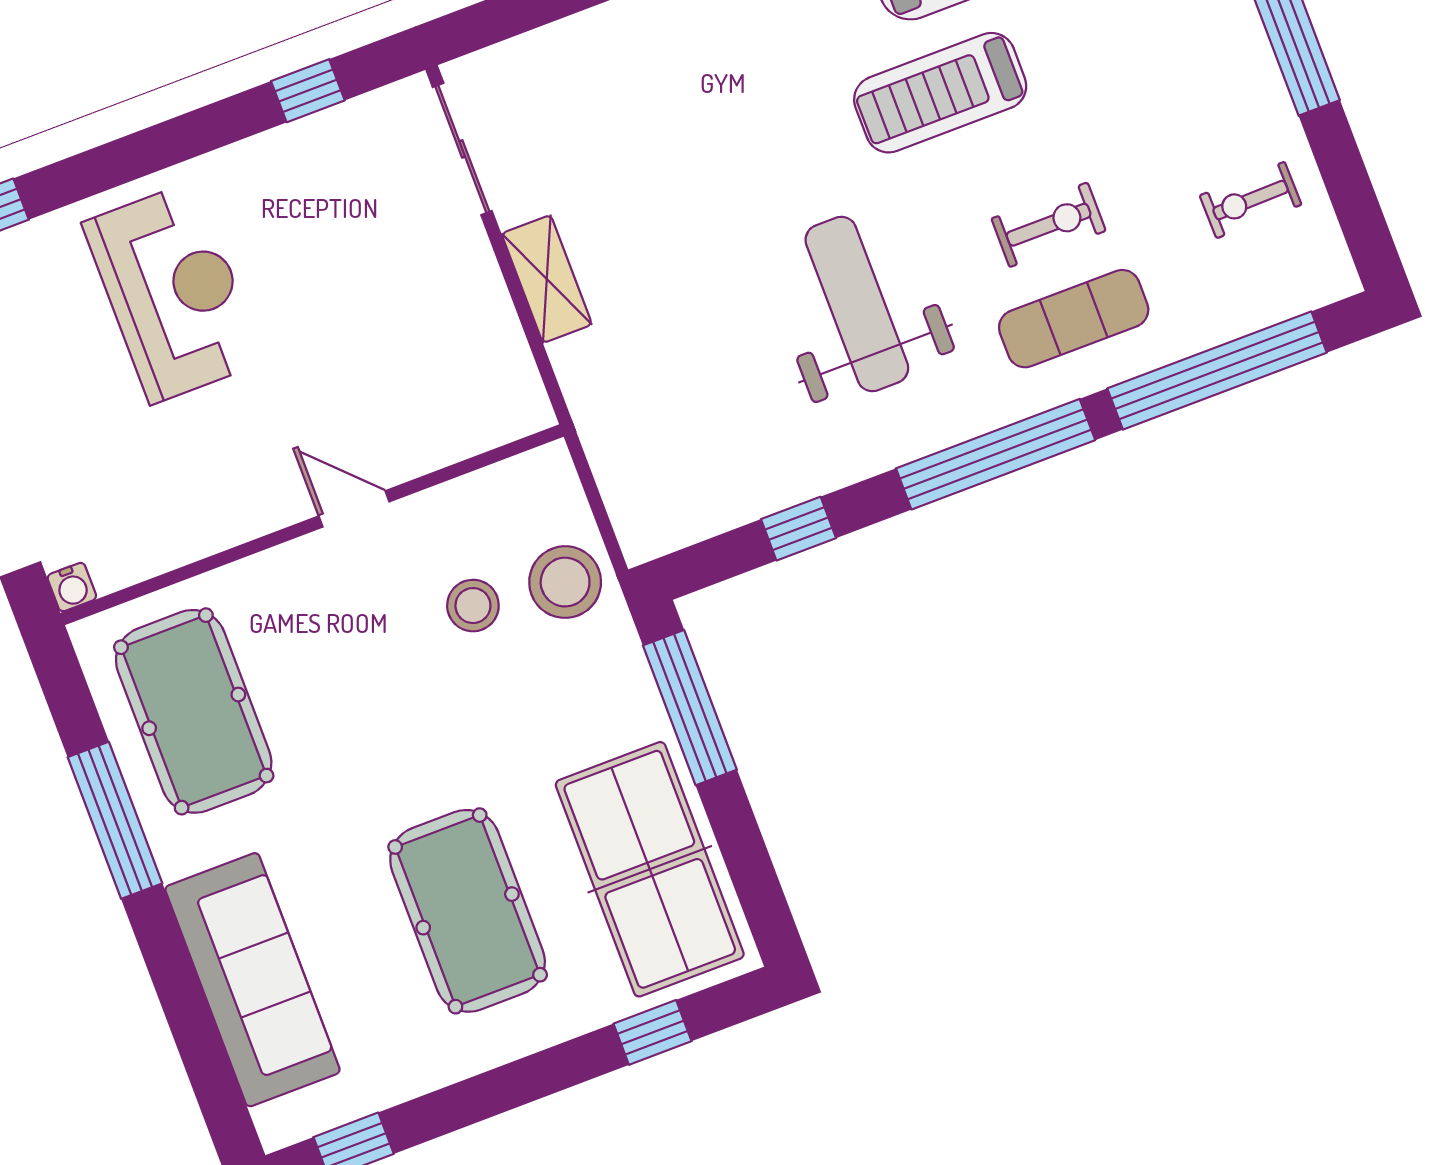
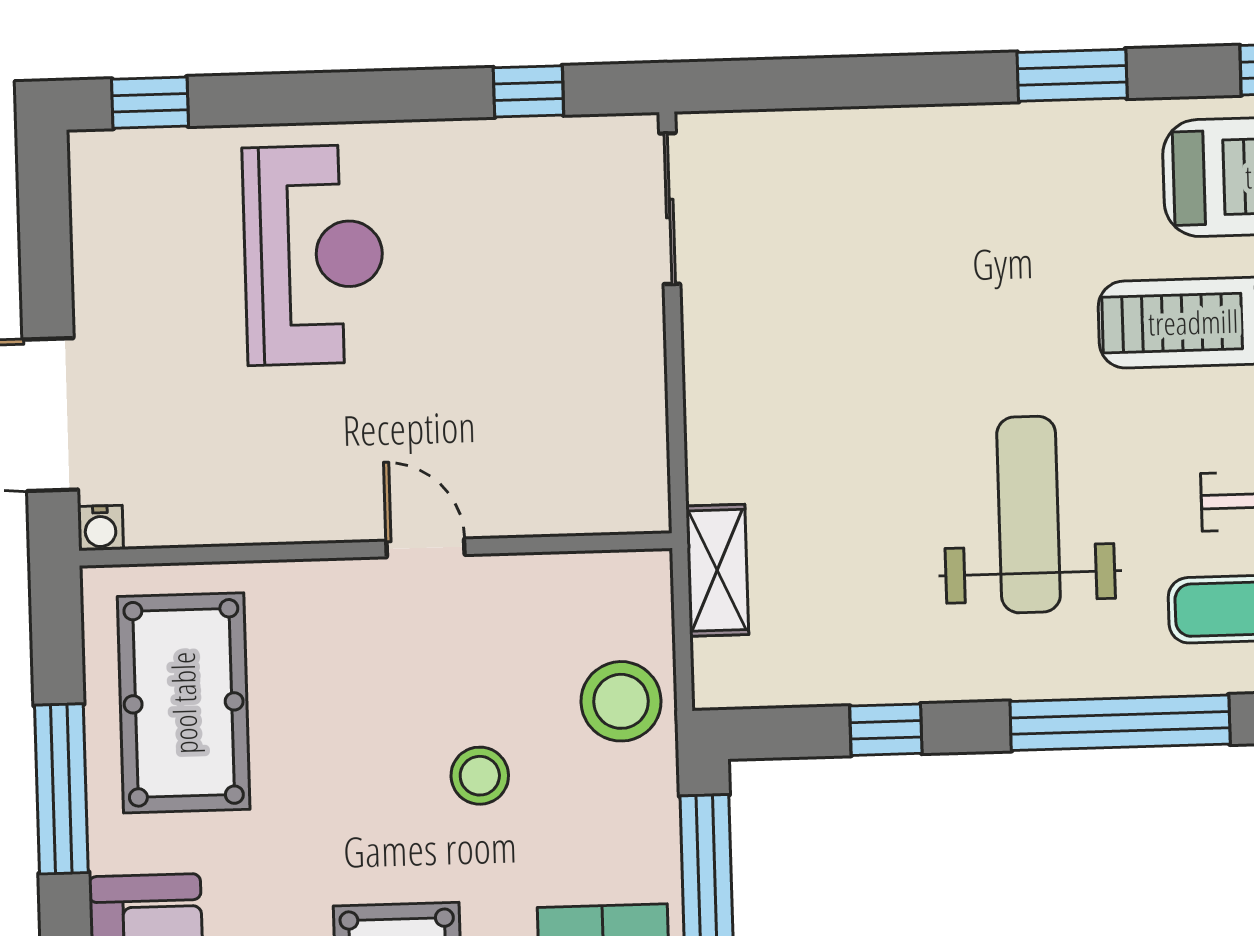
shelving: (547, 279) -> (717, 570), moved
stool: (473, 606) -> (480, 776), moved

